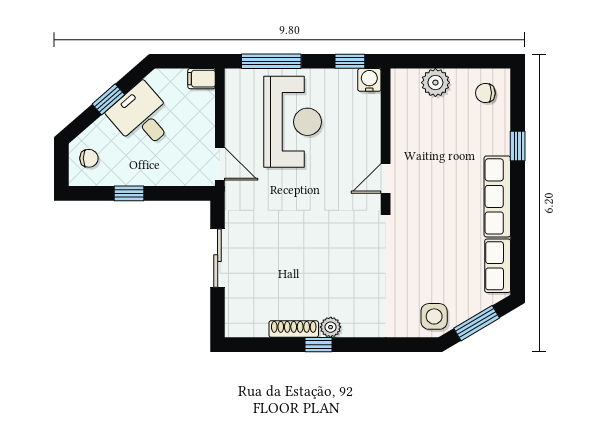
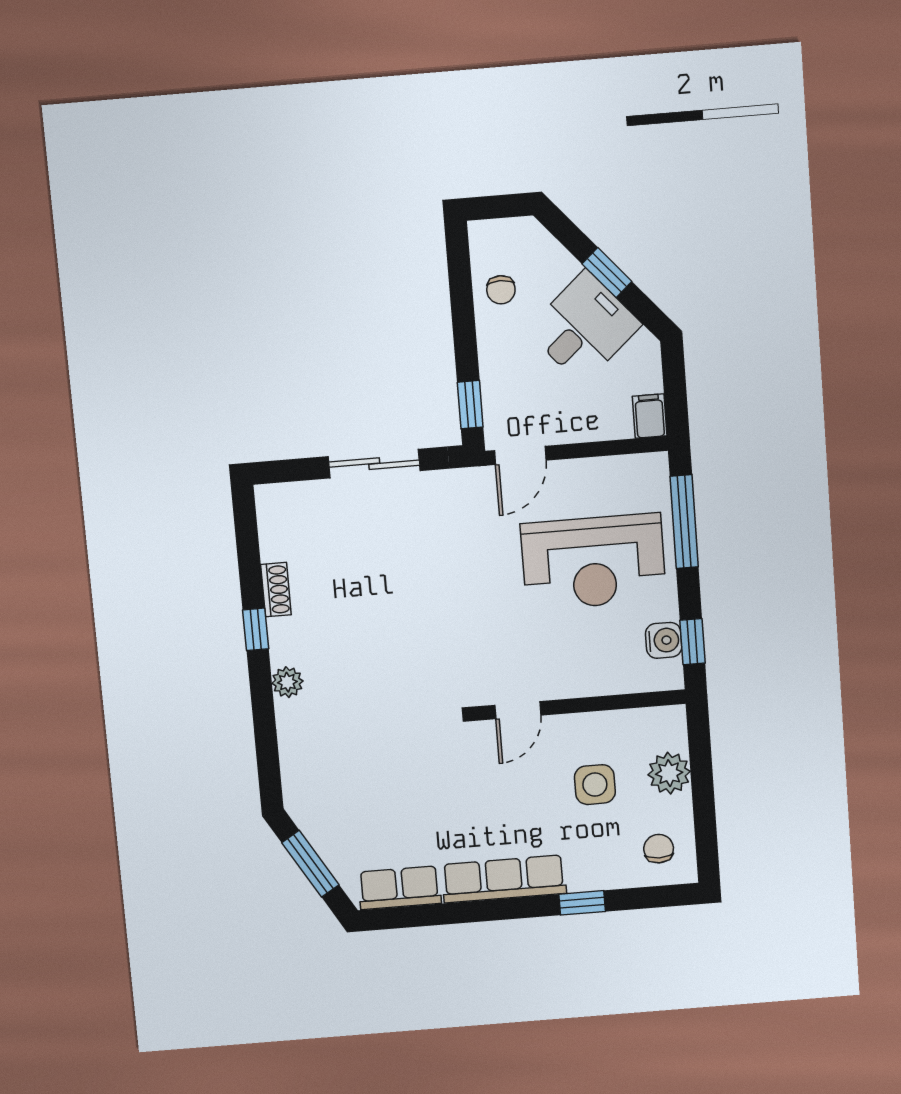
water cooler: (369, 80) -> (664, 640), moved
chair: (89, 158) -> (501, 290), moved
door: (386, 178) -> (518, 710), swing flipped
window: (129, 193) -> (470, 405), moved
side table: (434, 316) -> (595, 785), moved
plant: (331, 327) -> (287, 682), moved
shoe rack: (294, 329) -> (276, 590), width x0.70

